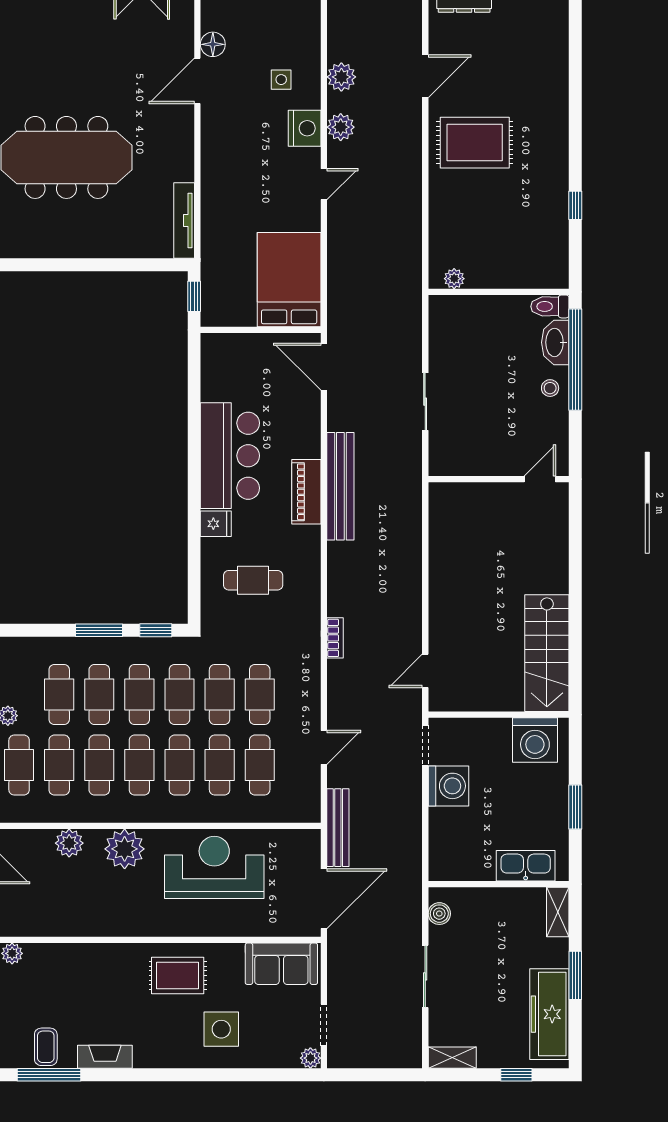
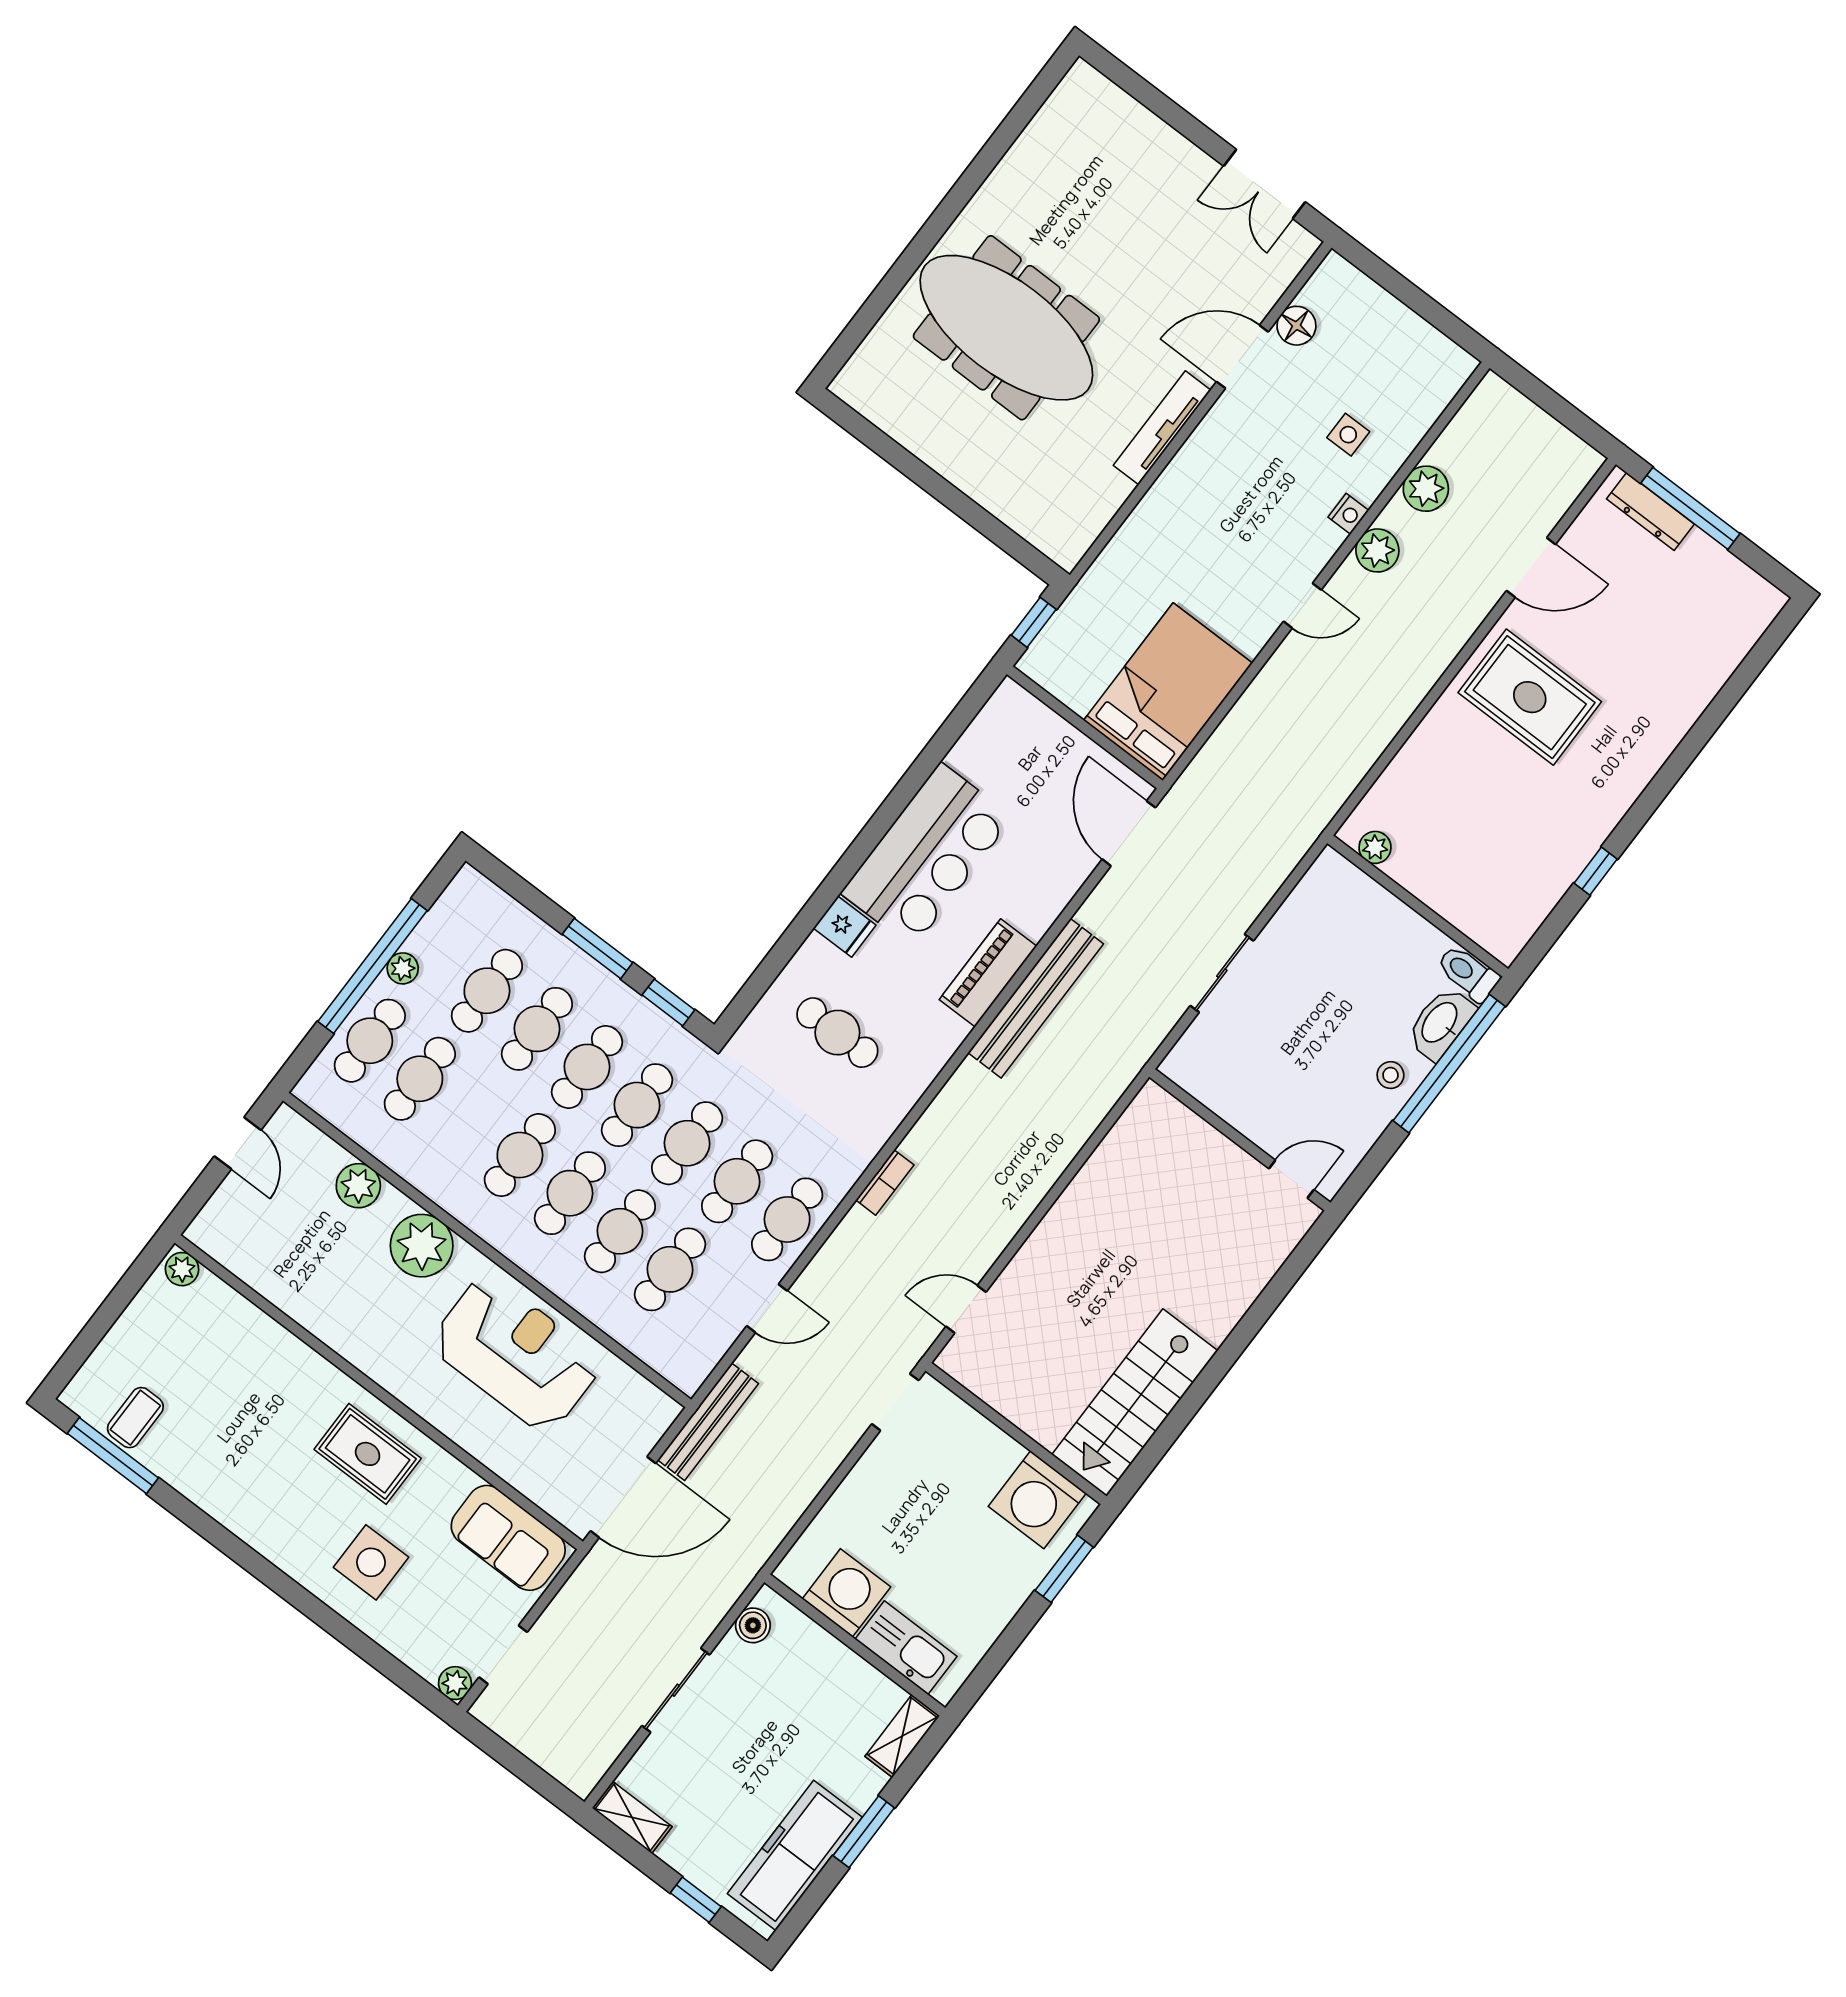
nightstand: (305, 128) -> (1348, 514), width x0.53, depth x0.56
tv unit: (184, 220) -> (1162, 428), moved
cafe table: (99, 765) -> (787, 1219), moved
washing machine: (448, 786) -> (846, 1593), moved, turned -90
window: (575, 807) -> (1064, 1569), moved
fireplace: (105, 1057) -> (200, 1486), removed

